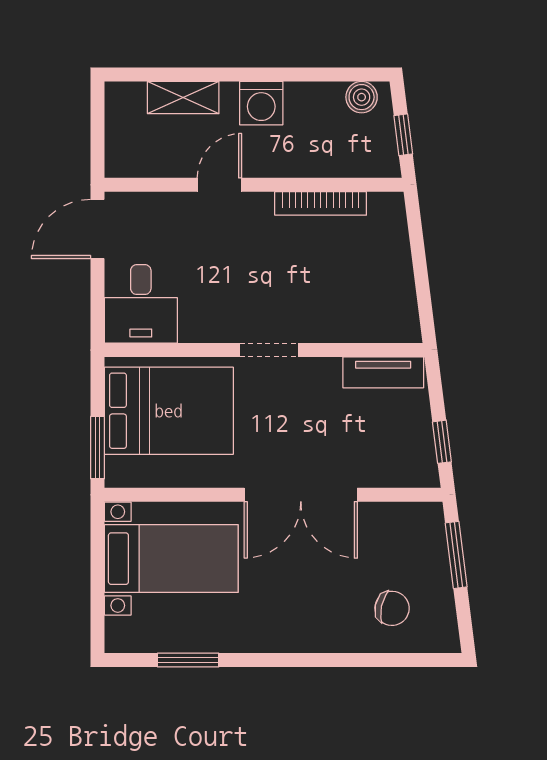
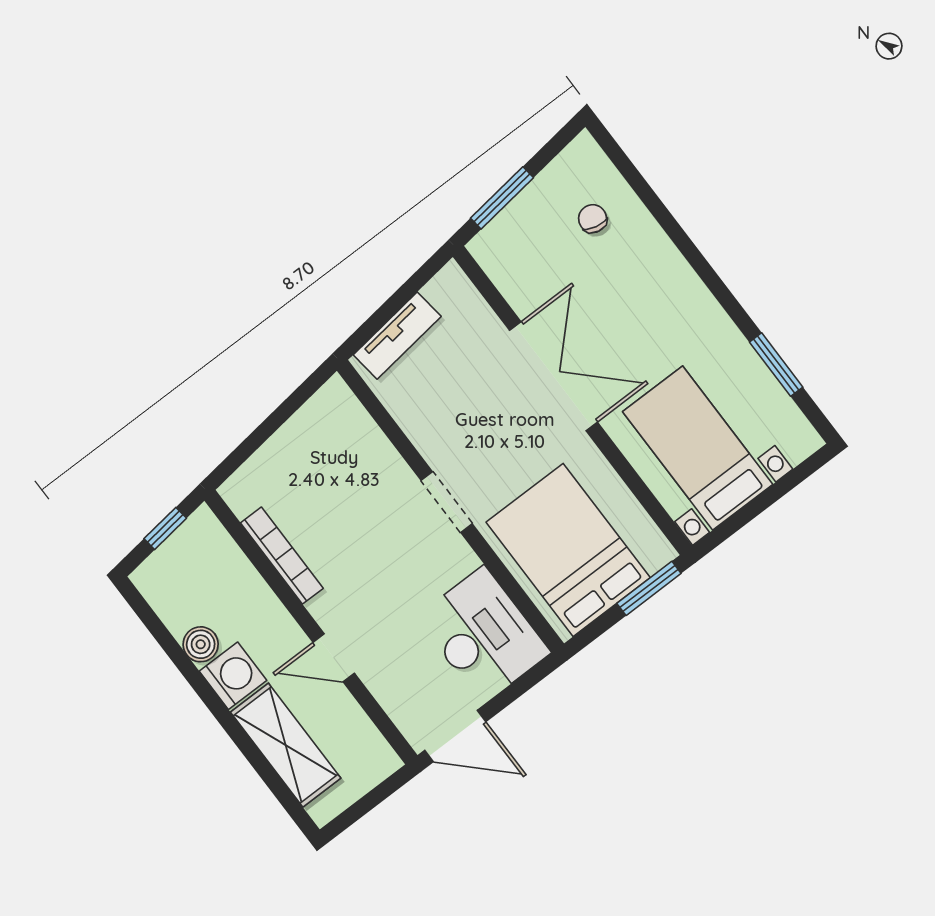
boiler: (362, 97) -> (201, 644), moved
shelving: (183, 98) -> (286, 745), width x1.50, depth x1.33
desk: (141, 304) -> (483, 635), width x1.37
tv unit: (383, 372) -> (397, 336), moved, turned 83
window: (442, 442) -> (411, 287), removed
chair: (392, 608) -> (593, 219), width x0.73, depth x0.73

